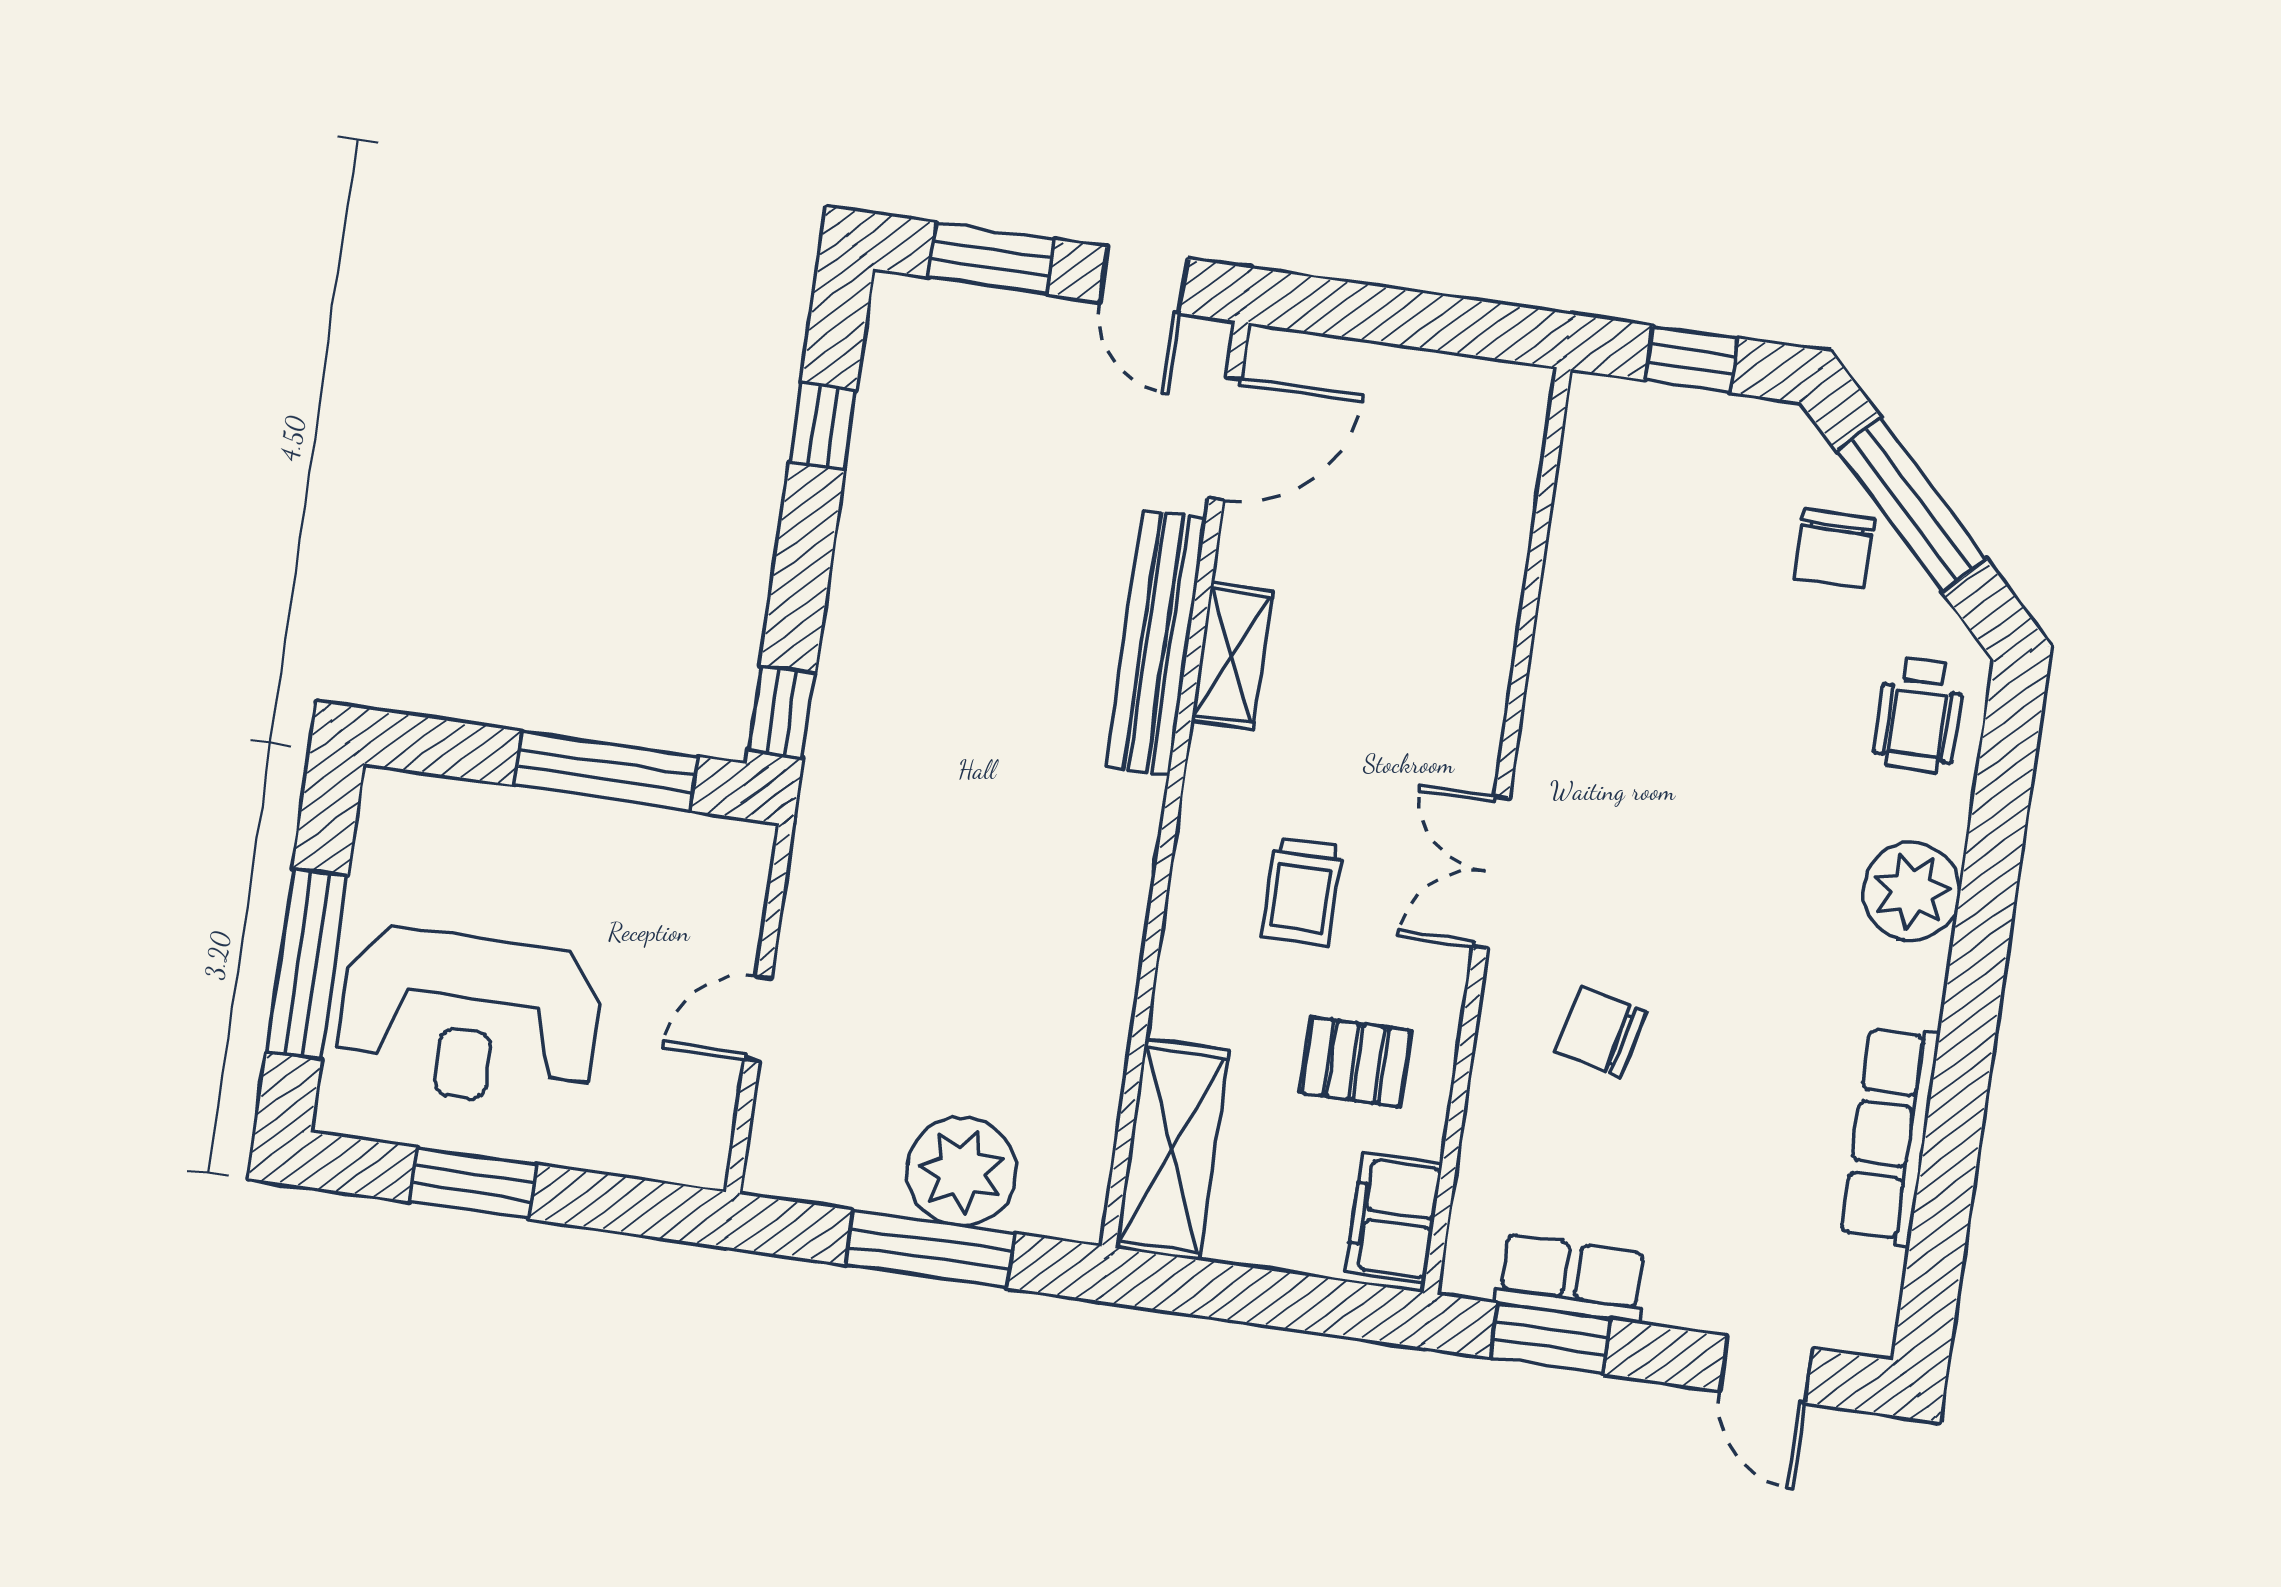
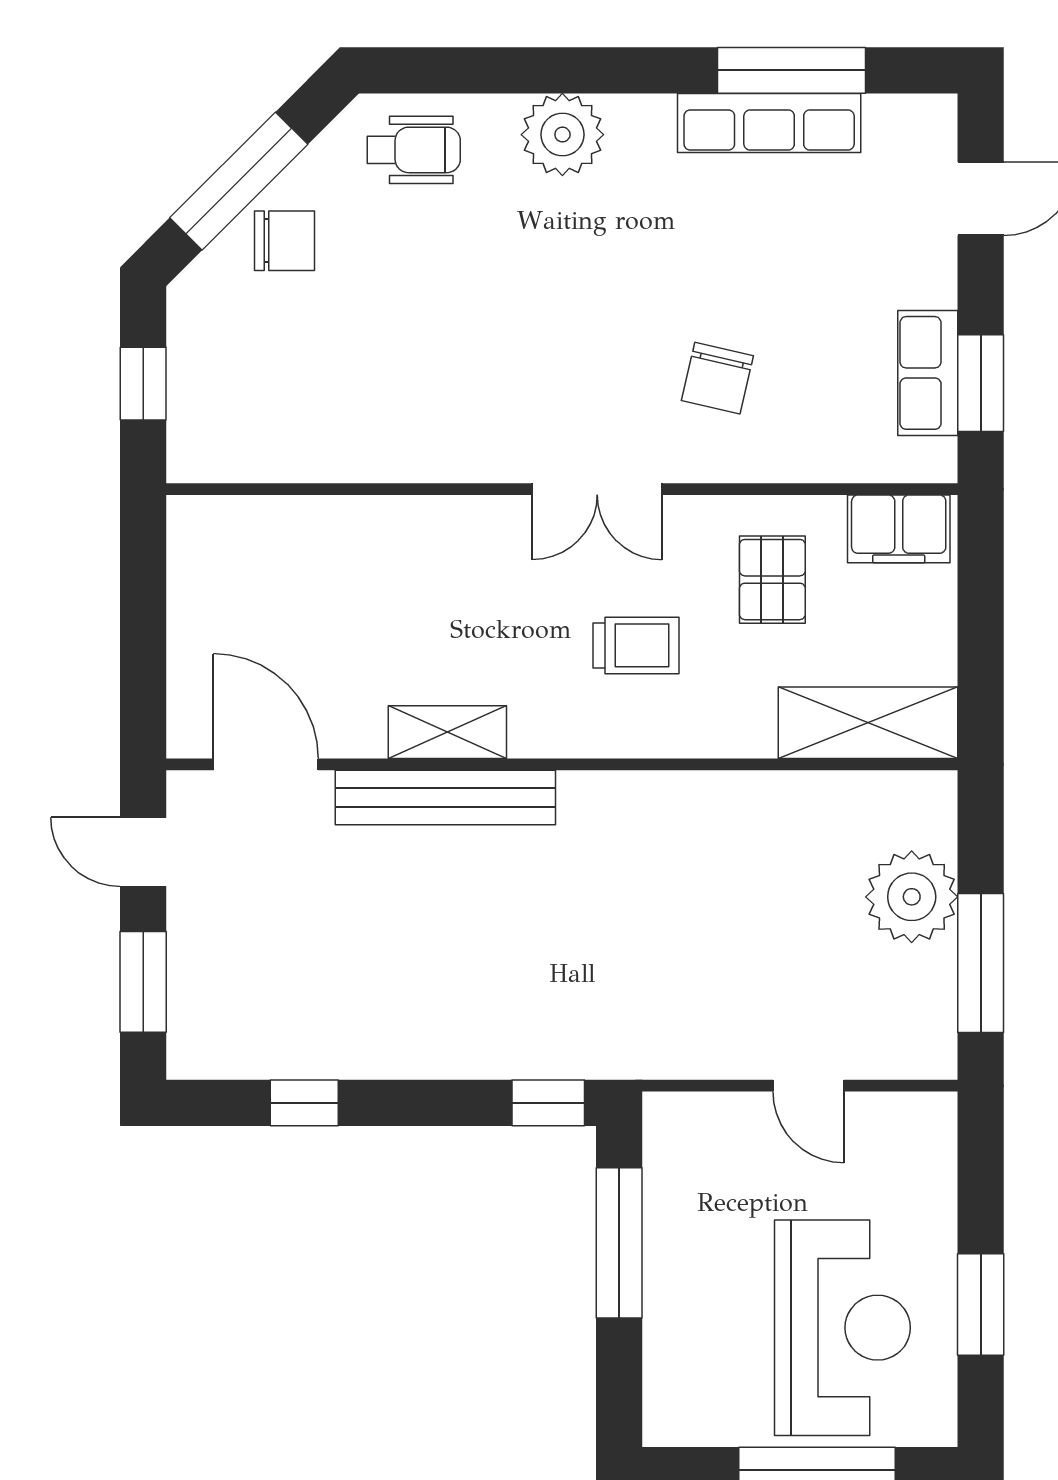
door: (1143, 280) -> (143, 852), swing flipped
window: (1948, 1170) -> (791, 70), added
window: (930, 1249) -> (981, 963), moved

